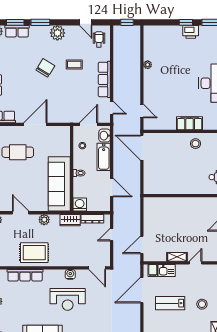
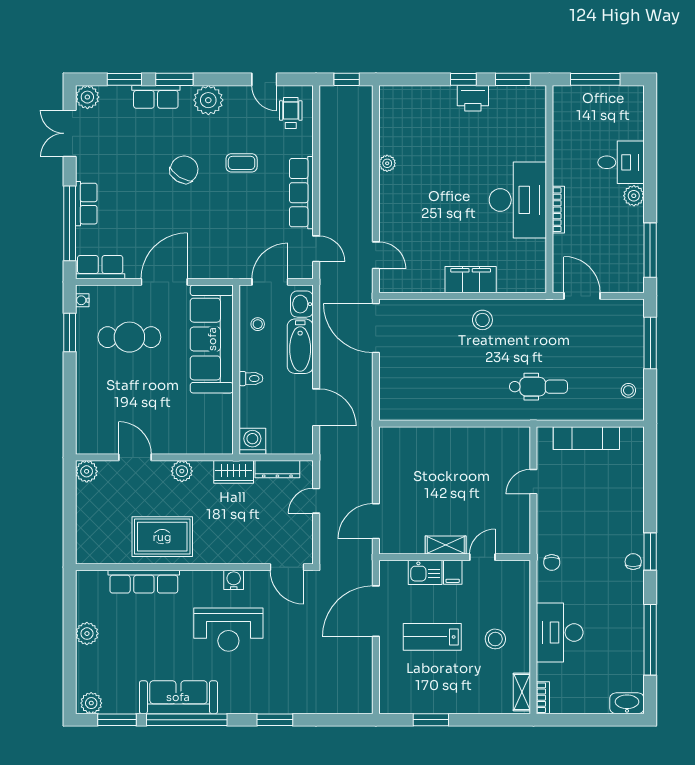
row of seats: (17, 31) -> (156, 97), moved
sofa: (59, 184) -> (212, 339), moved
filing cabinet: (153, 271) -> (453, 572), moved

